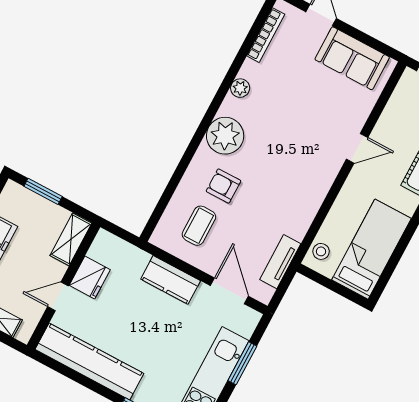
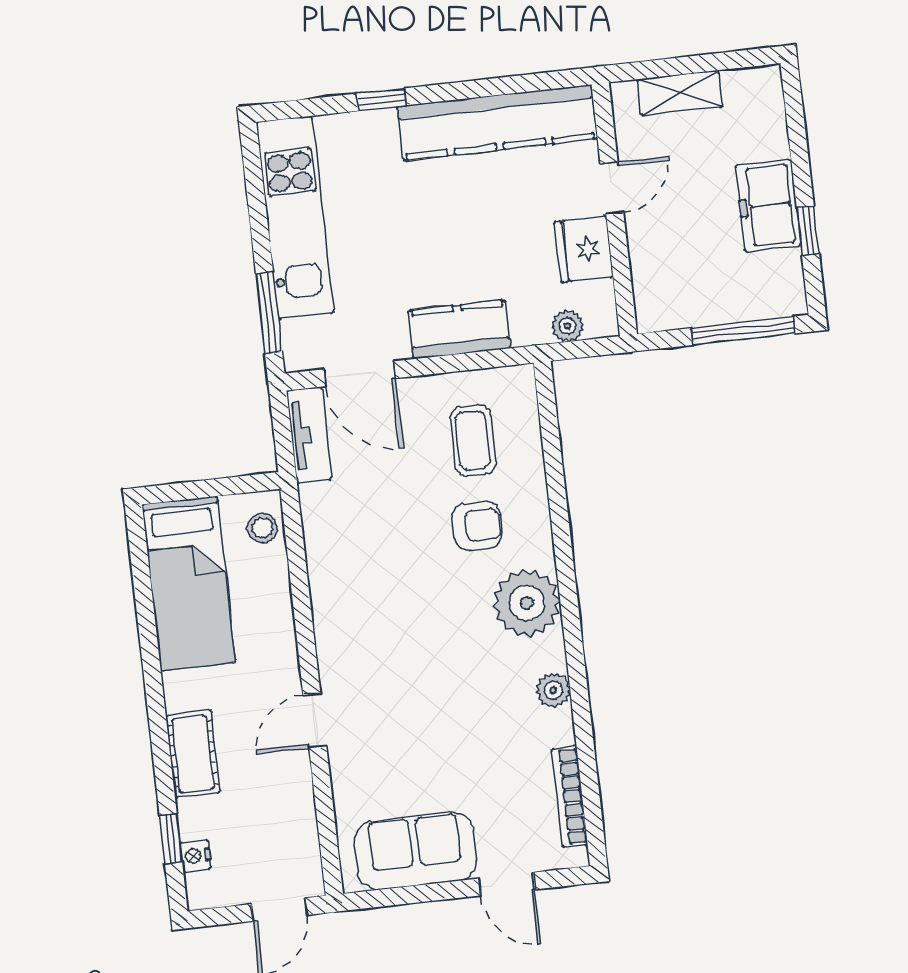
window: (43, 191) -> (743, 331), width x1.44
shelving: (71, 239) -> (652, 287), removed
plant: (121, 248) -> (568, 326), added
tv unit: (280, 262) -> (309, 435), moved
window: (242, 363) -> (269, 313), moved

